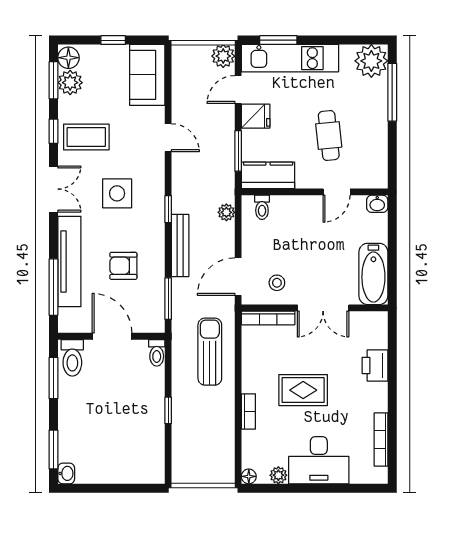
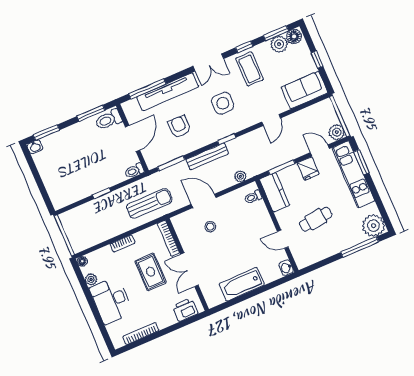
wall: (315, 308) -> (187, 264), moved
double door: (323, 308) -> (189, 270), moved
bookcase: (268, 318) -> (168, 238), moved

